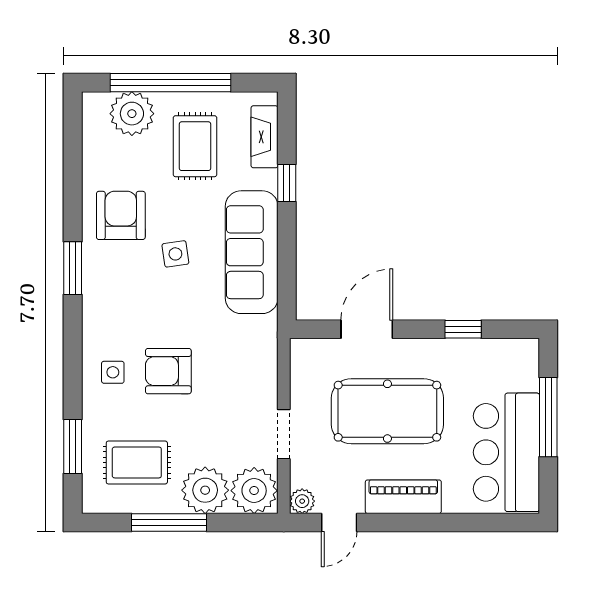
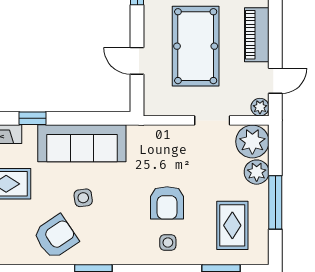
armchair: (121, 215) -> (56, 237), turned 146
door: (367, 329) -> (137, 61), width x0.73
plant: (205, 490) -> (257, 172), width x0.73, depth x0.73
door: (339, 523) -> (275, 81), hinge flipped

